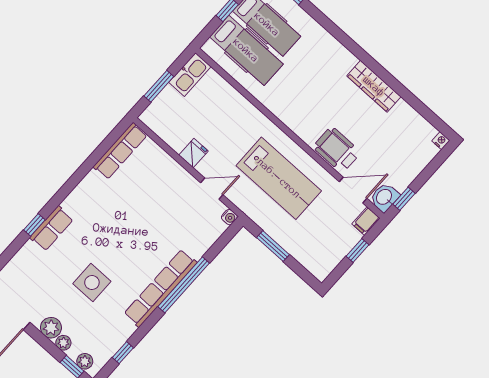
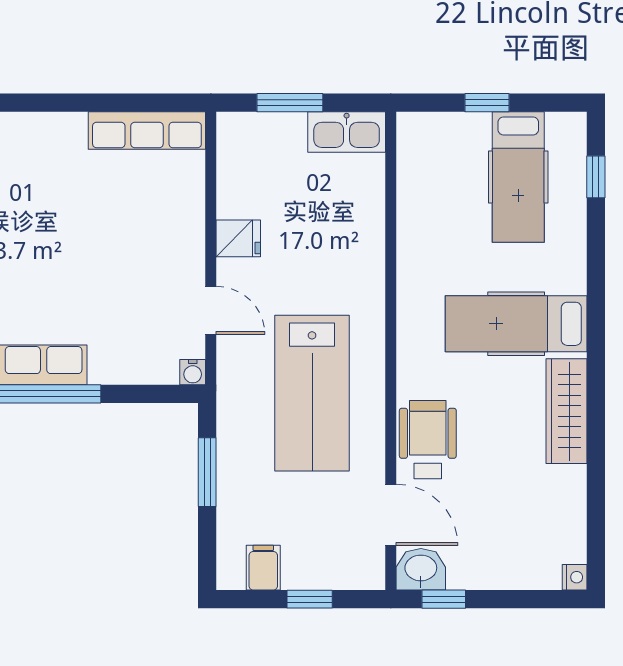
hospital bed: (246, 50) -> (516, 324), moved, turned 90
filing cabinet: (366, 221) -> (263, 568), moved, turned 90

